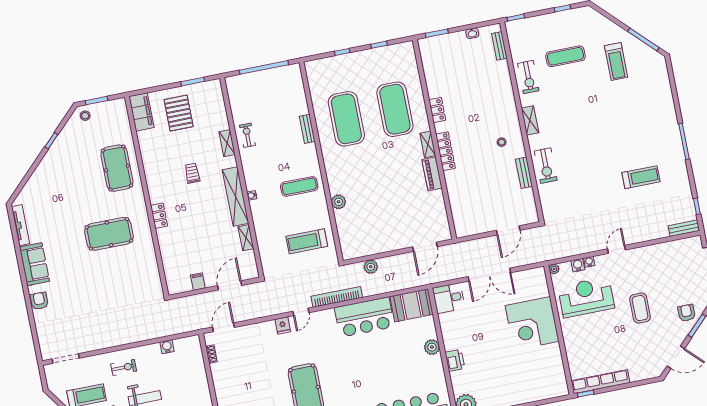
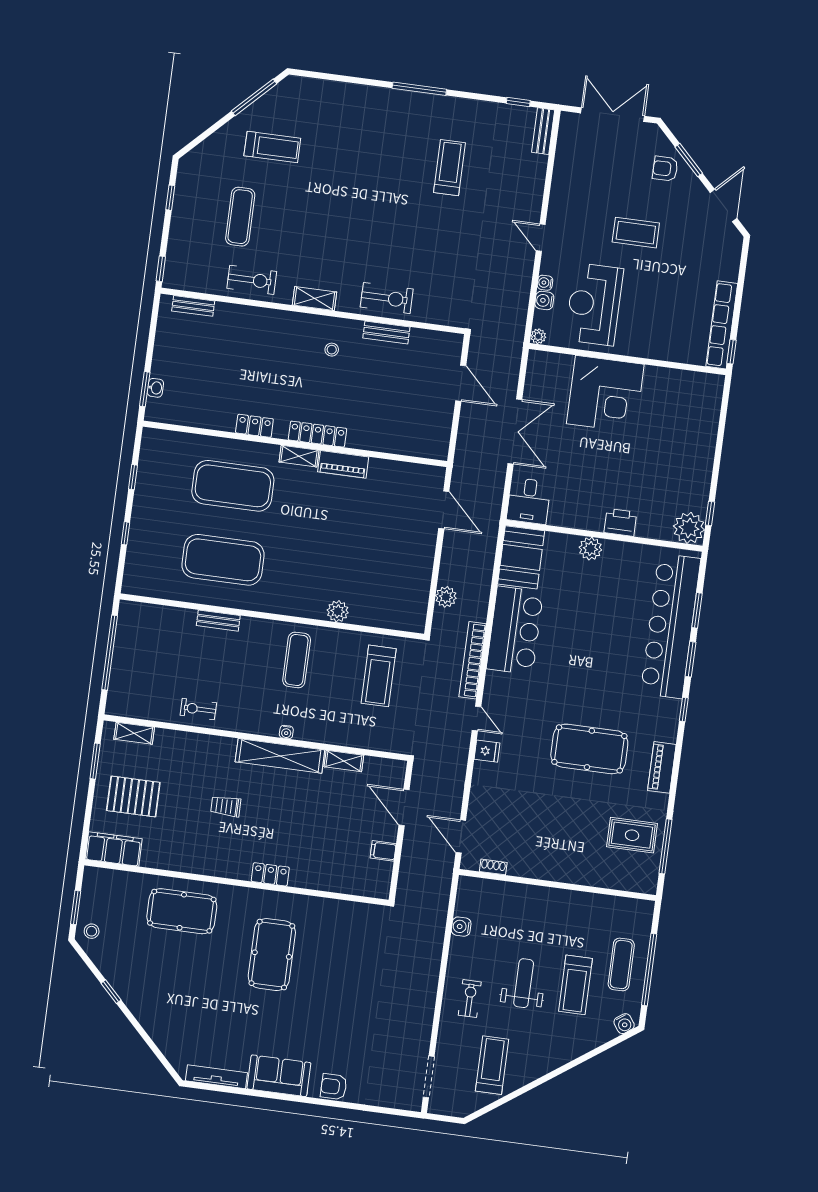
washbasin: (472, 33) -> (155, 388), moved
shelving: (227, 143) -> (134, 733), moved

